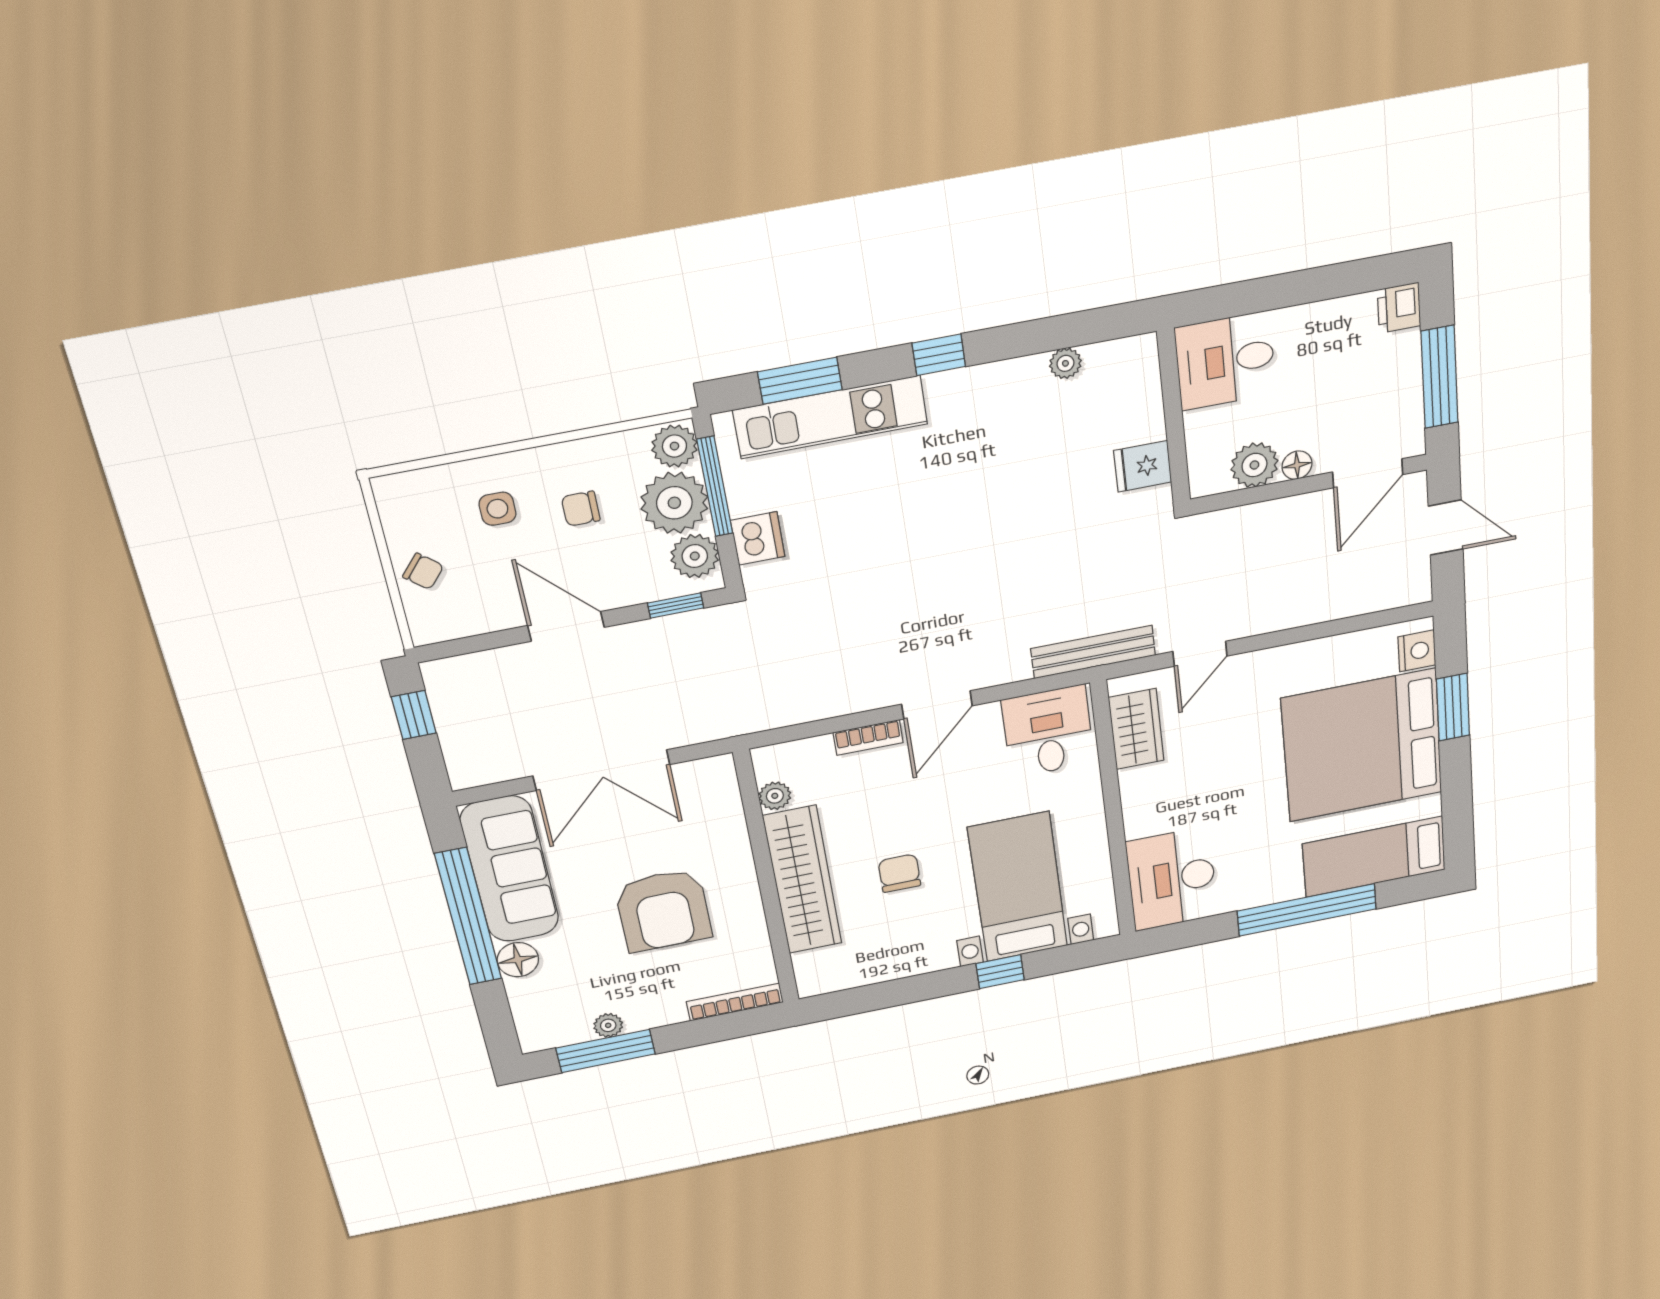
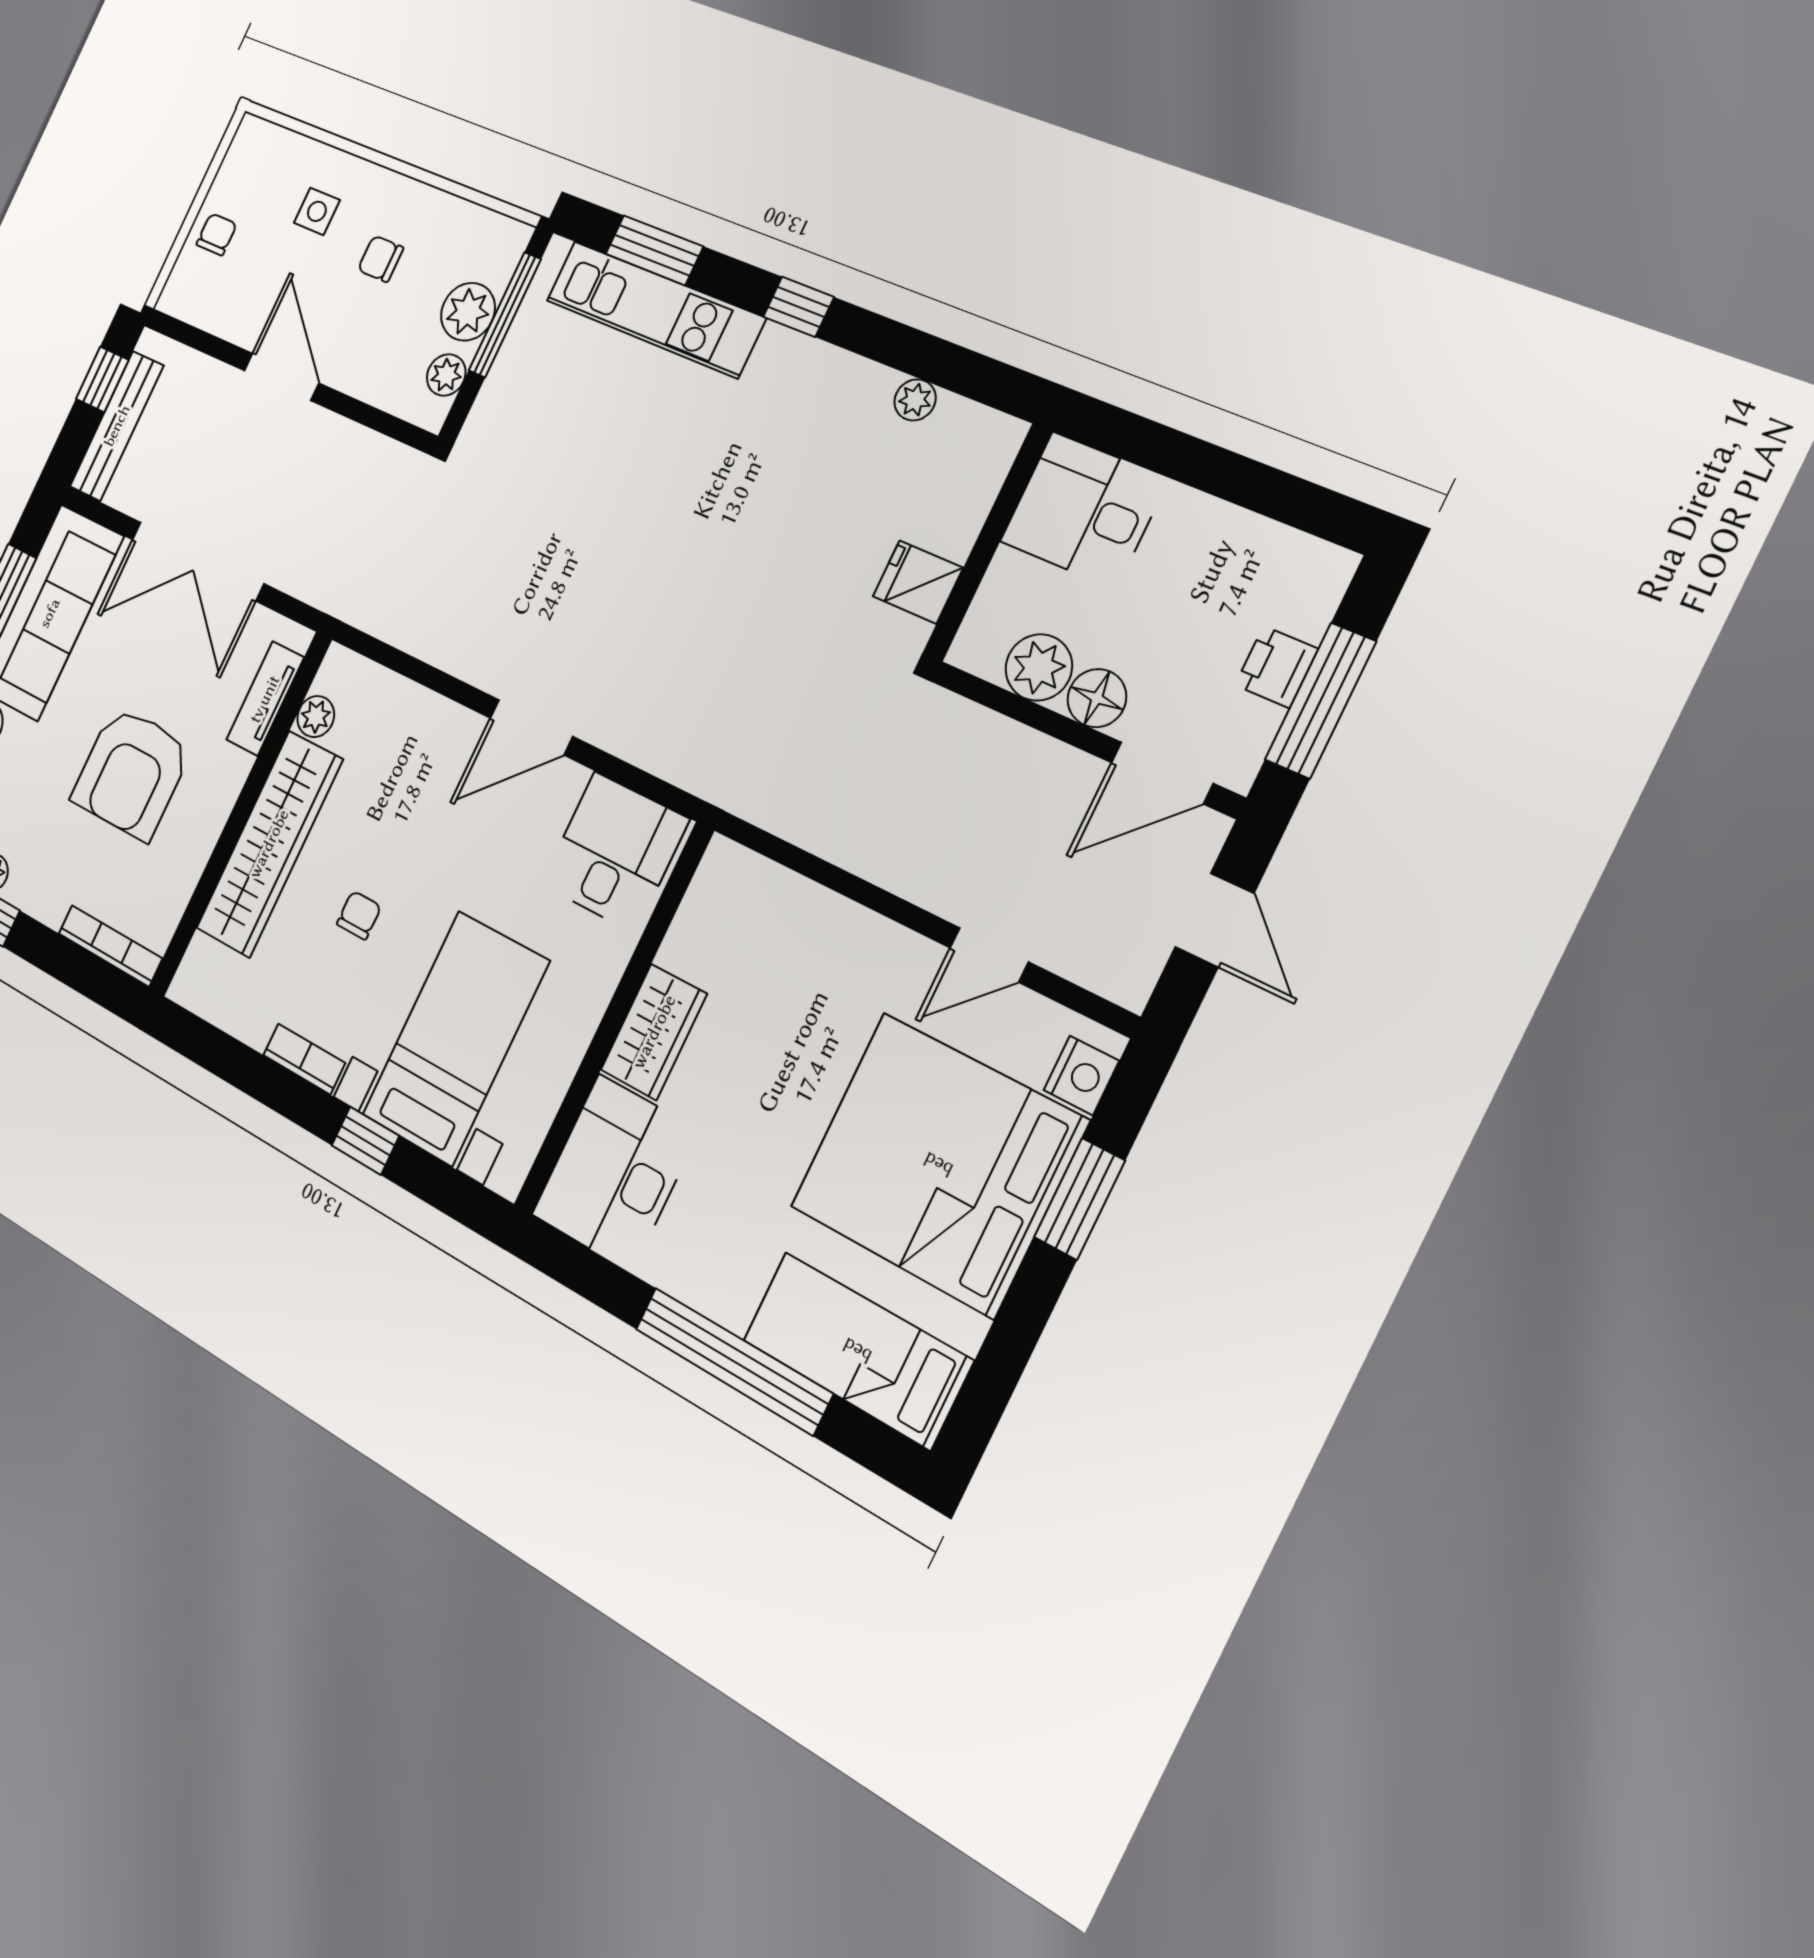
printer: (1399, 308) -> (1277, 667), moved
plant: (674, 446) -> (501, 247), removed
floor lamp: (1297, 465) -> (1097, 698), width x1.37, depth x1.37
plant: (674, 503) -> (468, 312), width x0.73, depth x0.73
dishwasher: (758, 538) -> (502, 400), removed
plant: (695, 556) -> (446, 375), width x0.73, depth x0.73
chair: (423, 571) -> (217, 234), turned -130
window: (676, 605) -> (384, 423), removed
bench: (1093, 652) -> (117, 426), moved, turned 90
door: (1200, 654) -> (989, 955), moved
wardrobe: (1136, 729) -> (654, 1032), moved
bookcase: (868, 737) -> (304, 1059), moved, turned 180
tv unit: (728, 810) -> (265, 699), added
chair: (899, 873) -> (359, 915), width x0.73, depth x0.73

